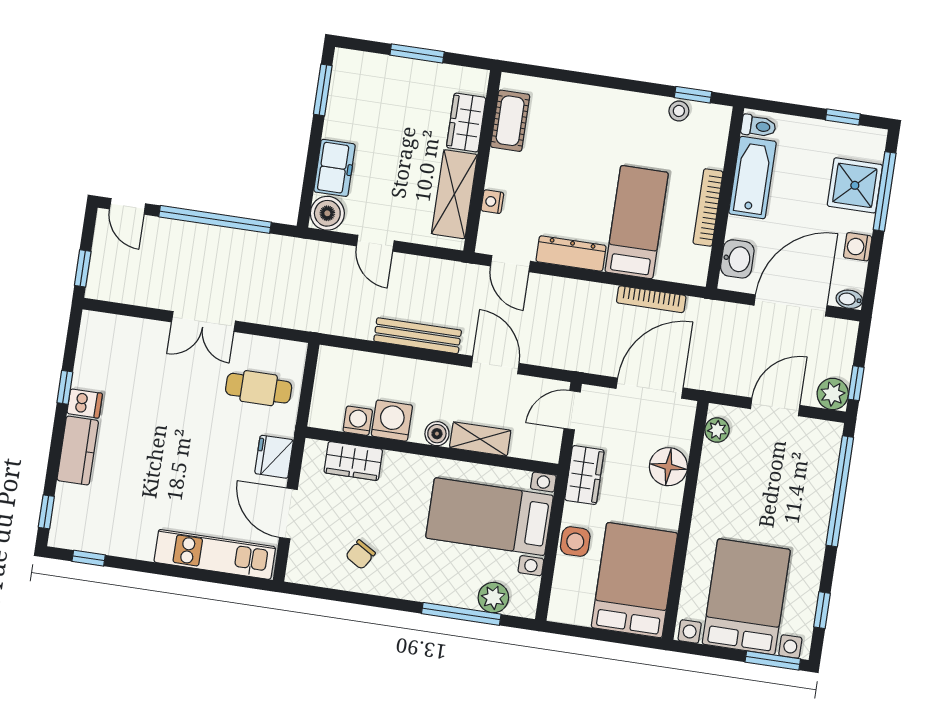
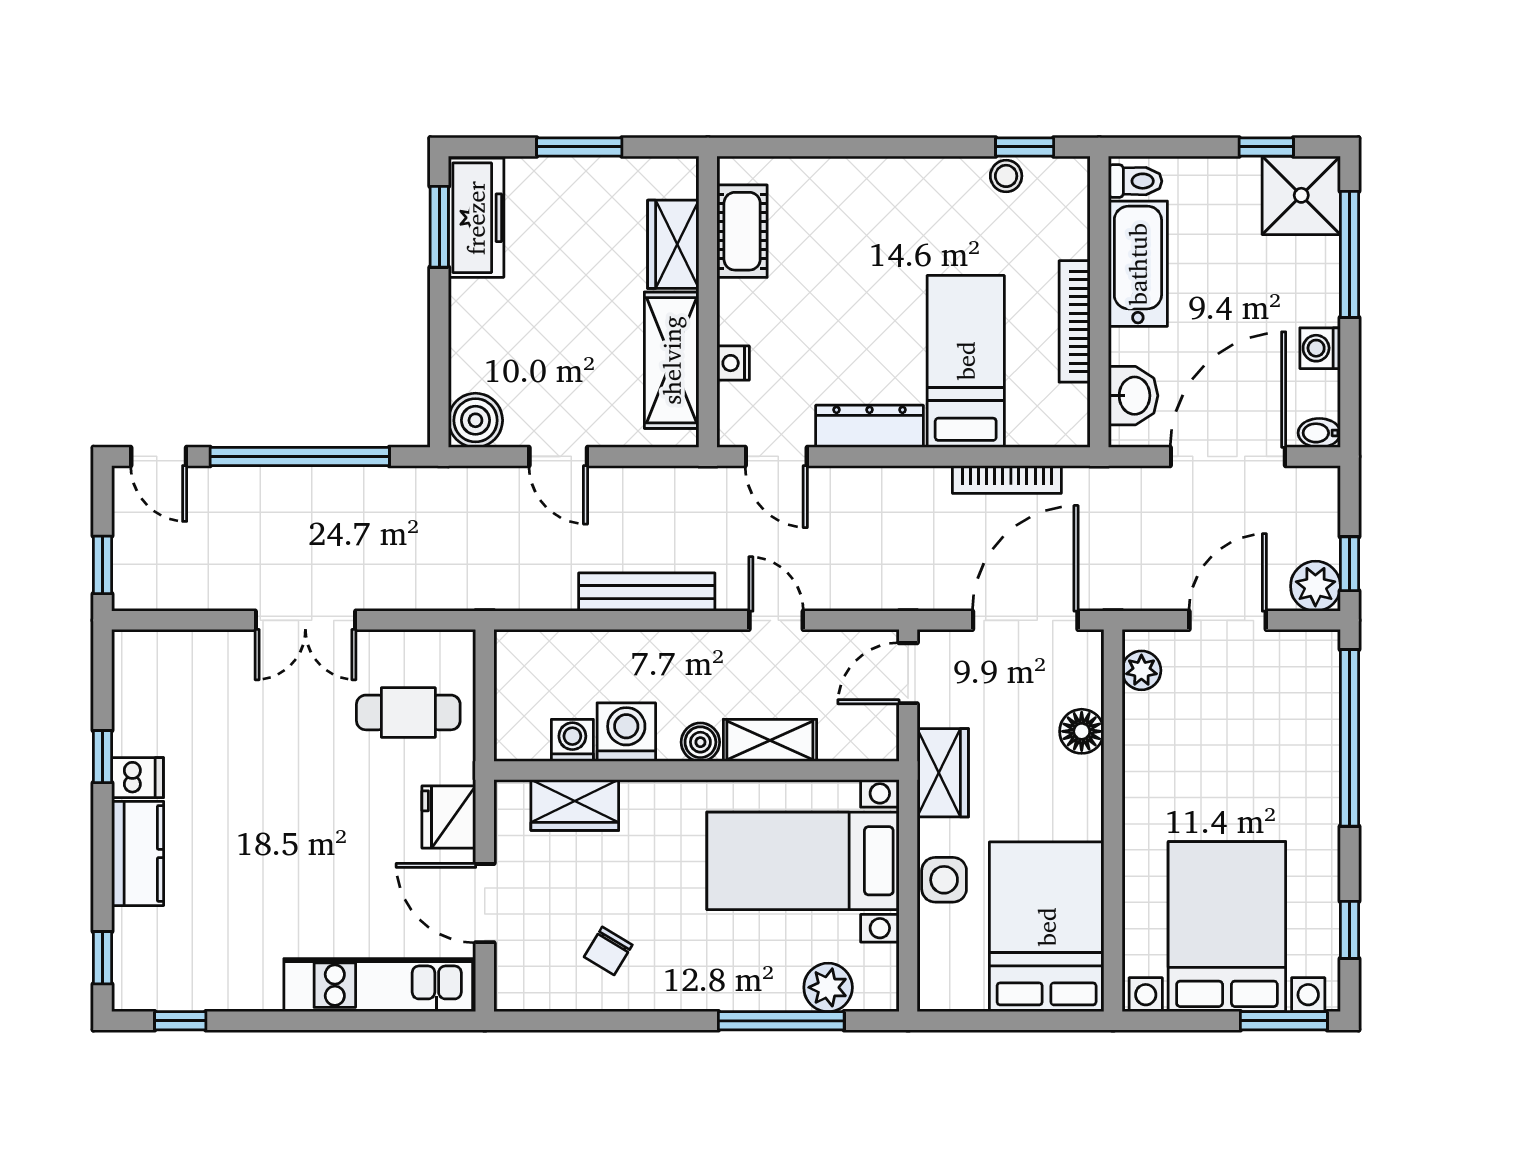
freezer: (334, 168) -> (476, 218), moved, width x1.40
shower: (855, 185) -> (1301, 195), moved
door: (495, 365) -> (776, 620), width x0.73
floor lamp: (668, 467) -> (1082, 731), width x0.73, depth x0.73

